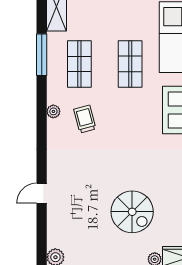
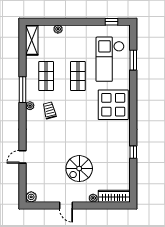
window: (42, 55) -> (23, 90), moved
spiral stairs: (132, 212) -> (79, 169), turned 90

